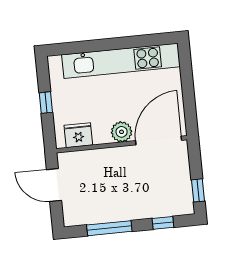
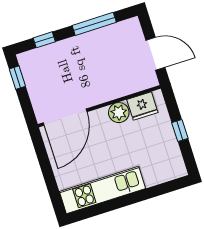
kitchen unit: (121, 61) -> (103, 190), width x0.73
plant: (122, 132) -> (119, 113), moved

